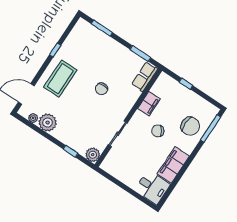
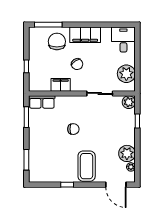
coffee table: (60, 79) -> (87, 166), turned 90
filing cabinet: (173, 165) -> (85, 35), moved
plant: (120, 169) -> (126, 74), added

